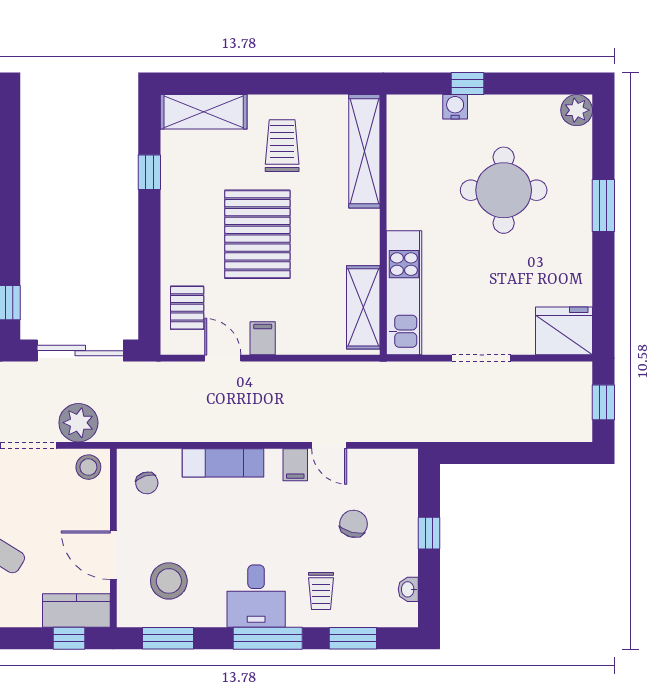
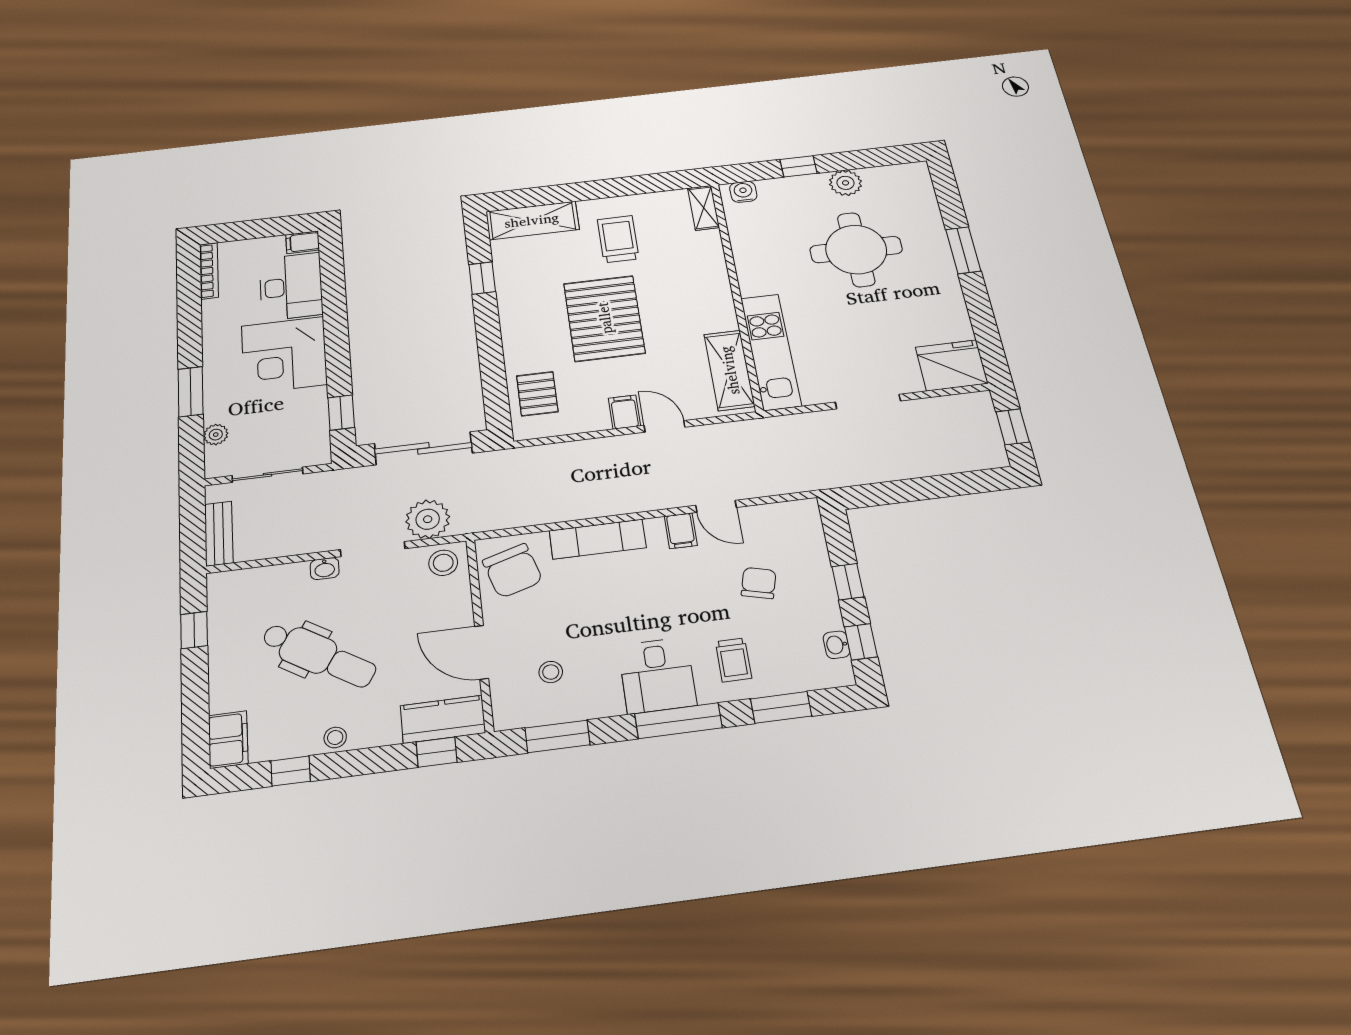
water cooler: (455, 107) -> (743, 192), moved
plant: (577, 110) -> (846, 183), moved
shelving: (364, 151) -> (703, 208), width x0.45, depth x0.75
door: (223, 358) -> (664, 426), moved
chair: (147, 483) -> (513, 571), width x1.87, depth x1.87
stool: (169, 581) -> (551, 672), width x0.53, depth x0.53
window: (429, 589) -> (861, 642), added

